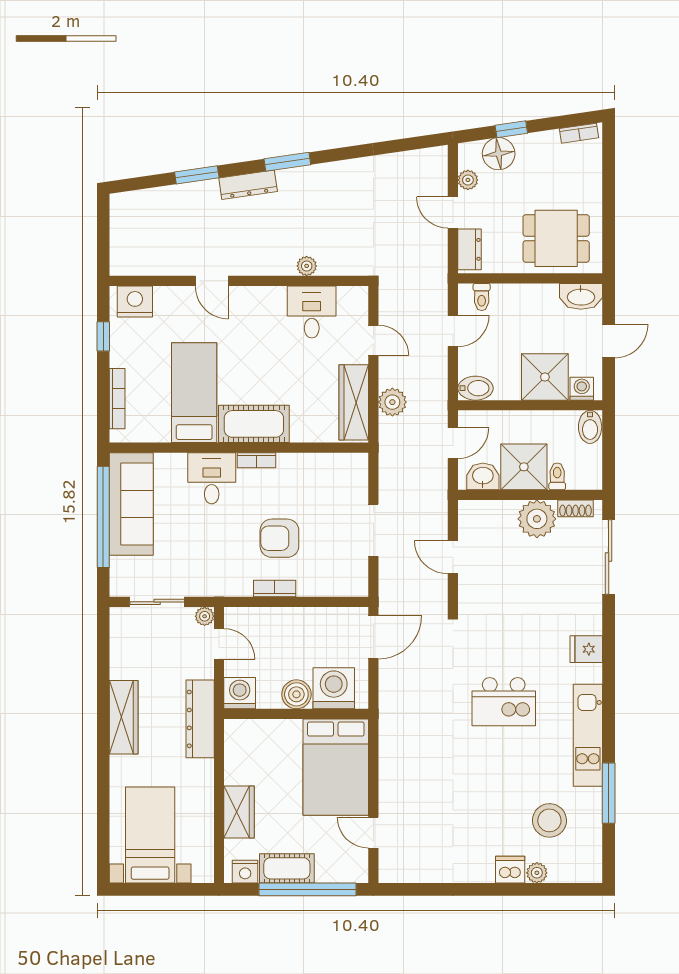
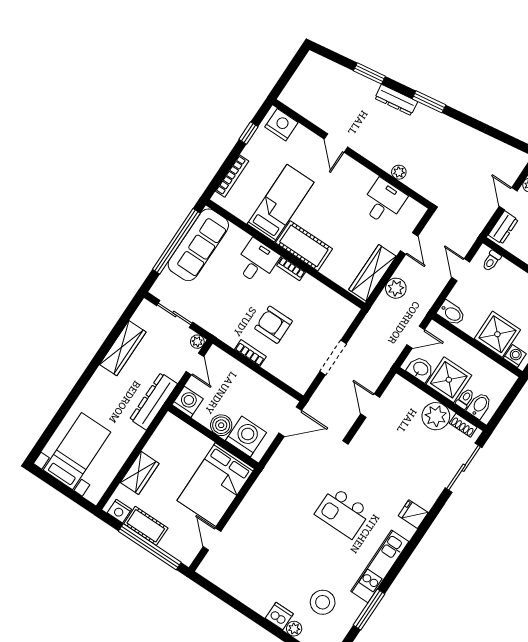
door: (453, 331) -> (461, 270), swing flipped
bidet: (590, 427) -> (479, 406), moved, turned 180
wardrobe: (124, 717) -> (123, 348), moved

